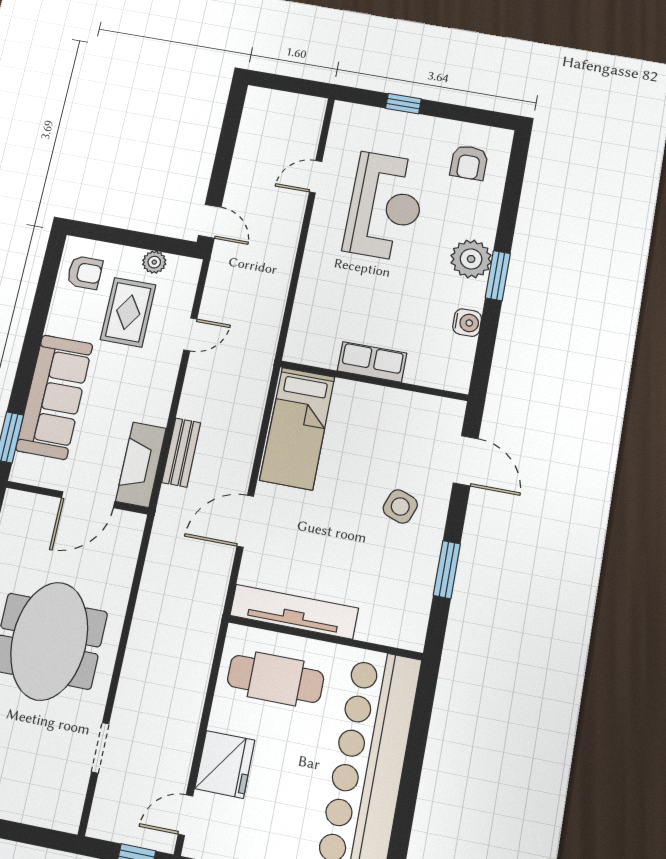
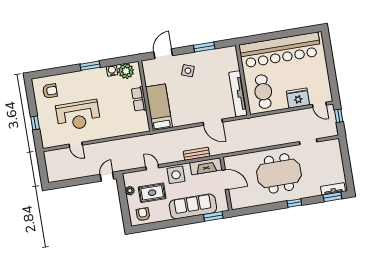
reception desk: (385, 206) -> (78, 115), turned 180
plant: (471, 259) -> (126, 71), moved
side table: (149, 384) -> (176, 175), added
bed: (297, 428) -> (159, 107), moved, turned -90

